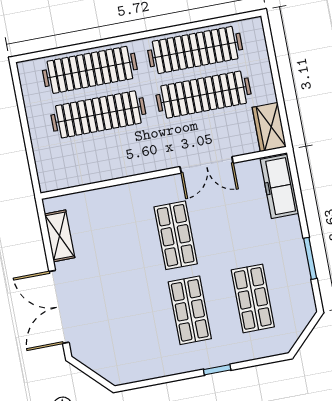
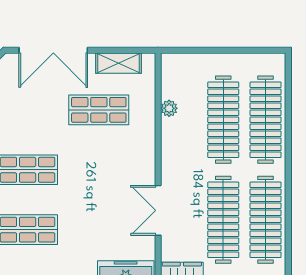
plant: (97, 174) -> (169, 108), added
shop shelf: (176, 235) -> (99, 110), moved
double door: (59, 307) -> (53, 50), swing flipped

